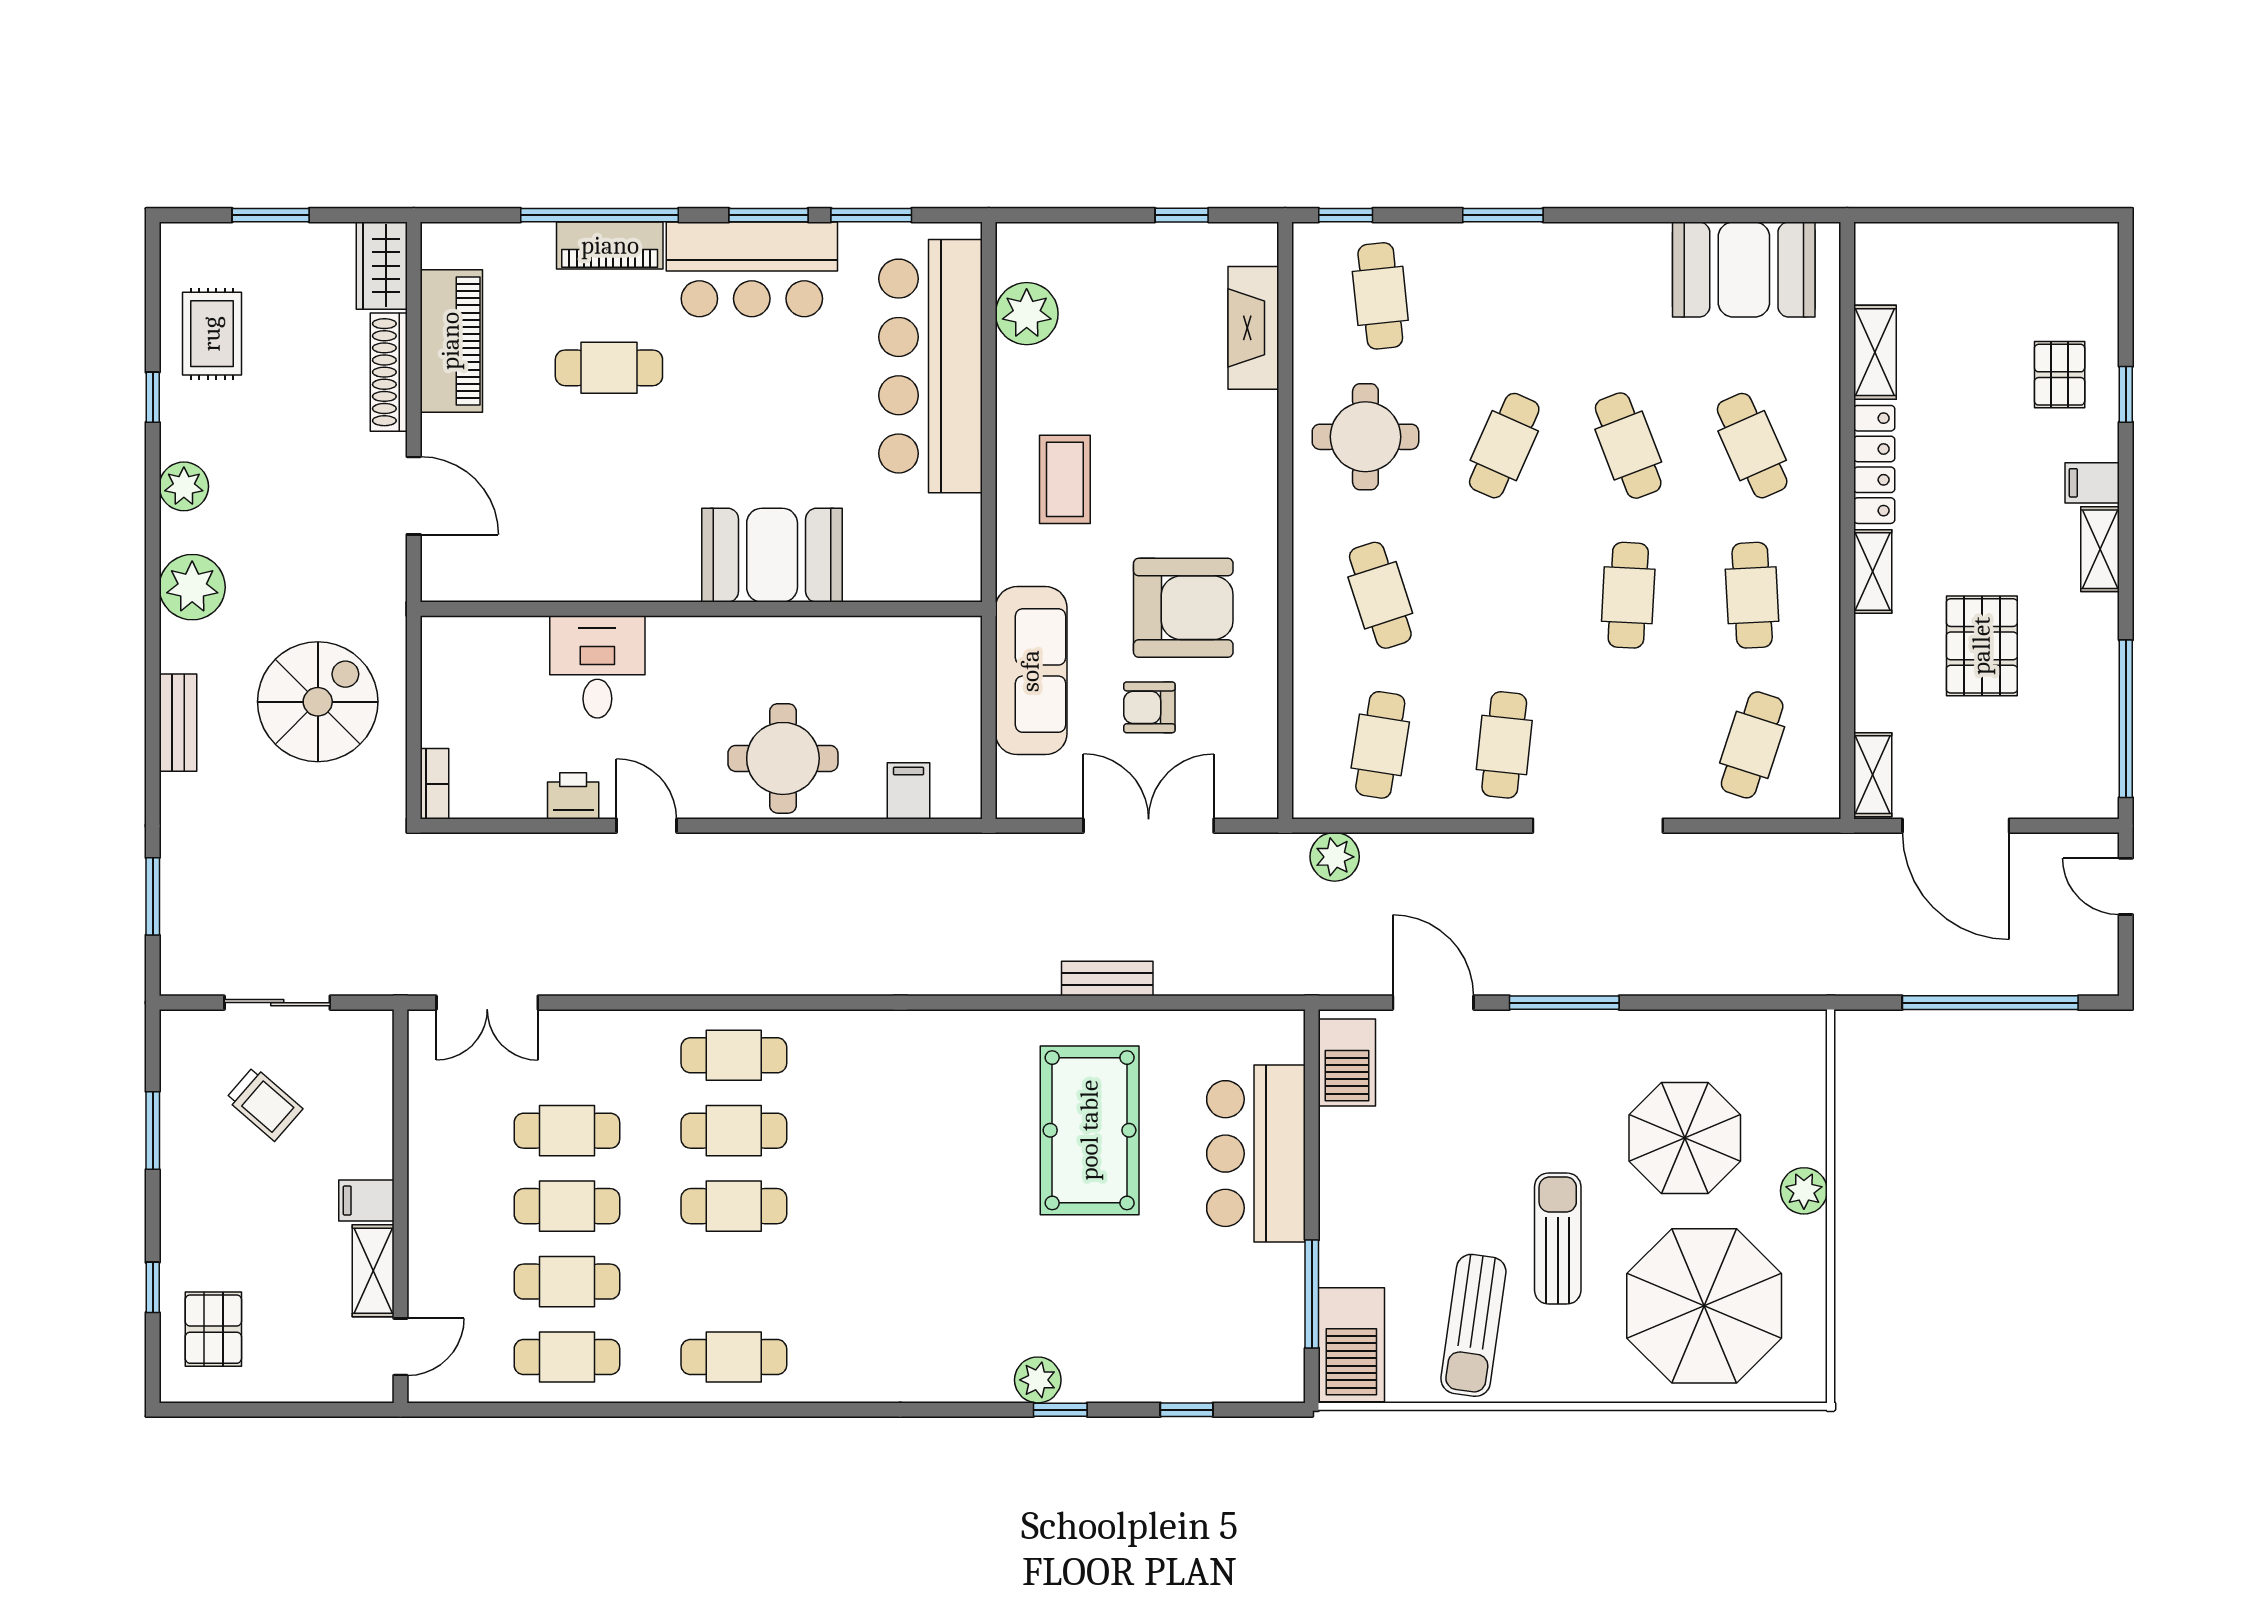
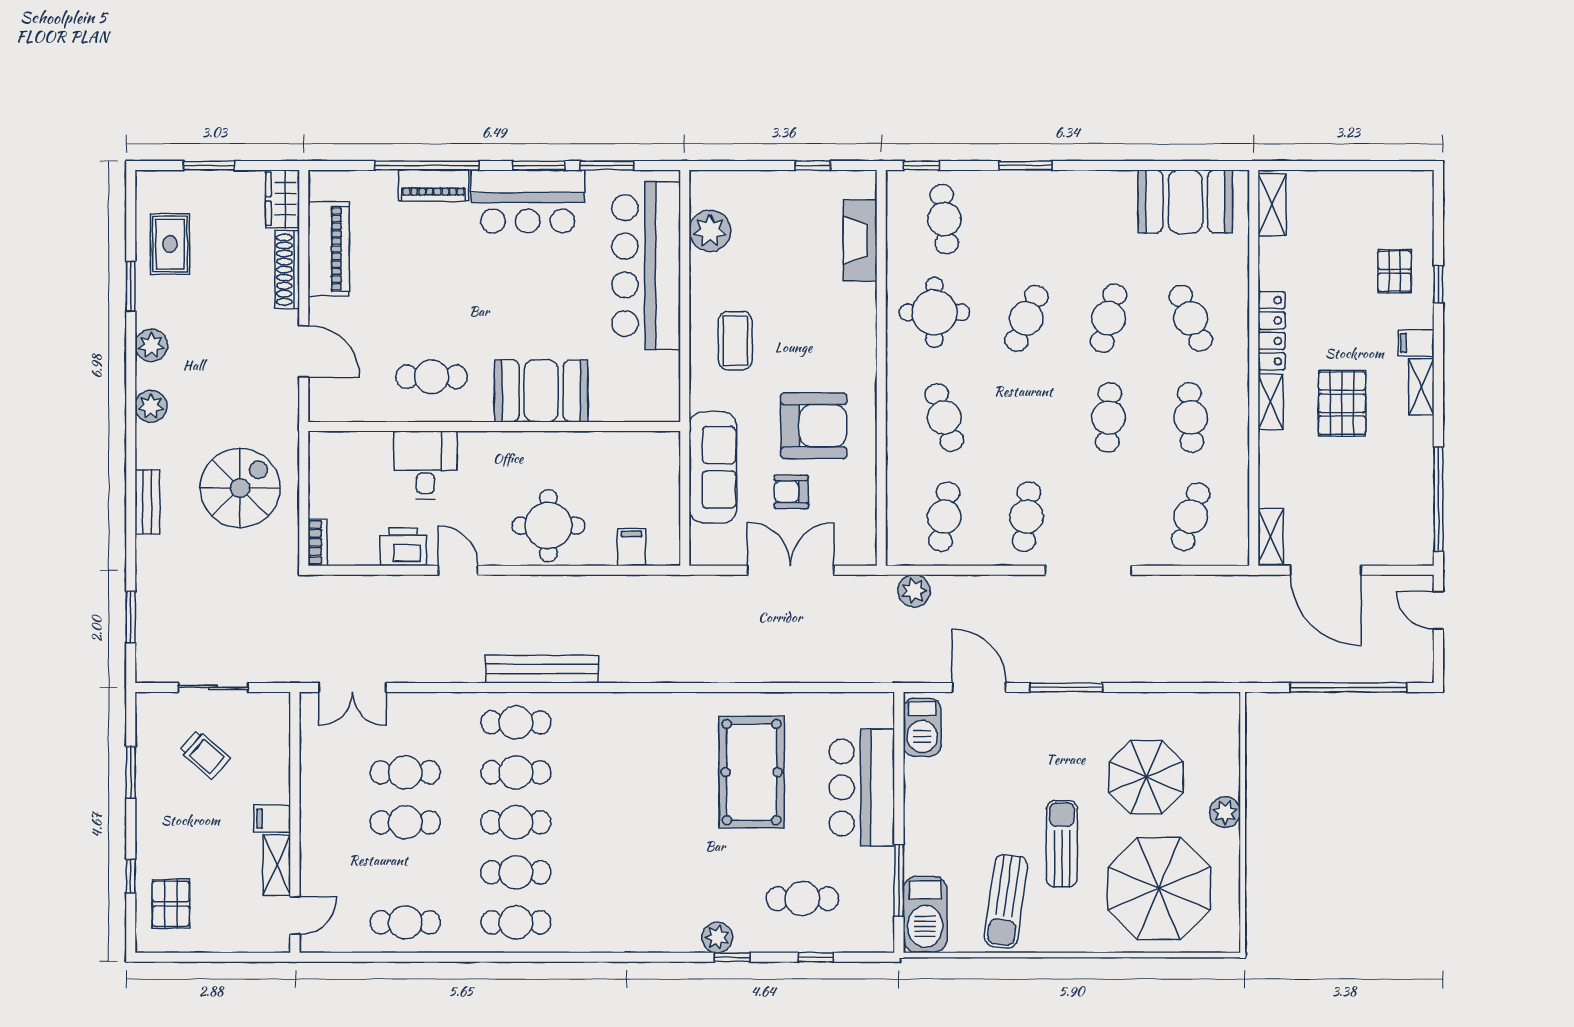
shelving: (1875, 352) -> (1272, 205), moved
cafe table: (609, 368) -> (432, 377), moved
window: (153, 397) -> (131, 286), width x1.50
cafe table: (1628, 446) -> (1109, 318), turned 36
plant: (192, 587) -> (151, 406), width x0.73, depth x0.73
pallet: (1982, 646) -> (1342, 403), moved
printer: (573, 796) -> (403, 547), width x1.36, depth x1.24
bench: (1107, 979) -> (542, 669), moved, width x1.86, depth x1.21
cafe table: (567, 1282) -> (516, 872), moved
cafe table: (1166, 1321) -> (802, 899), added

